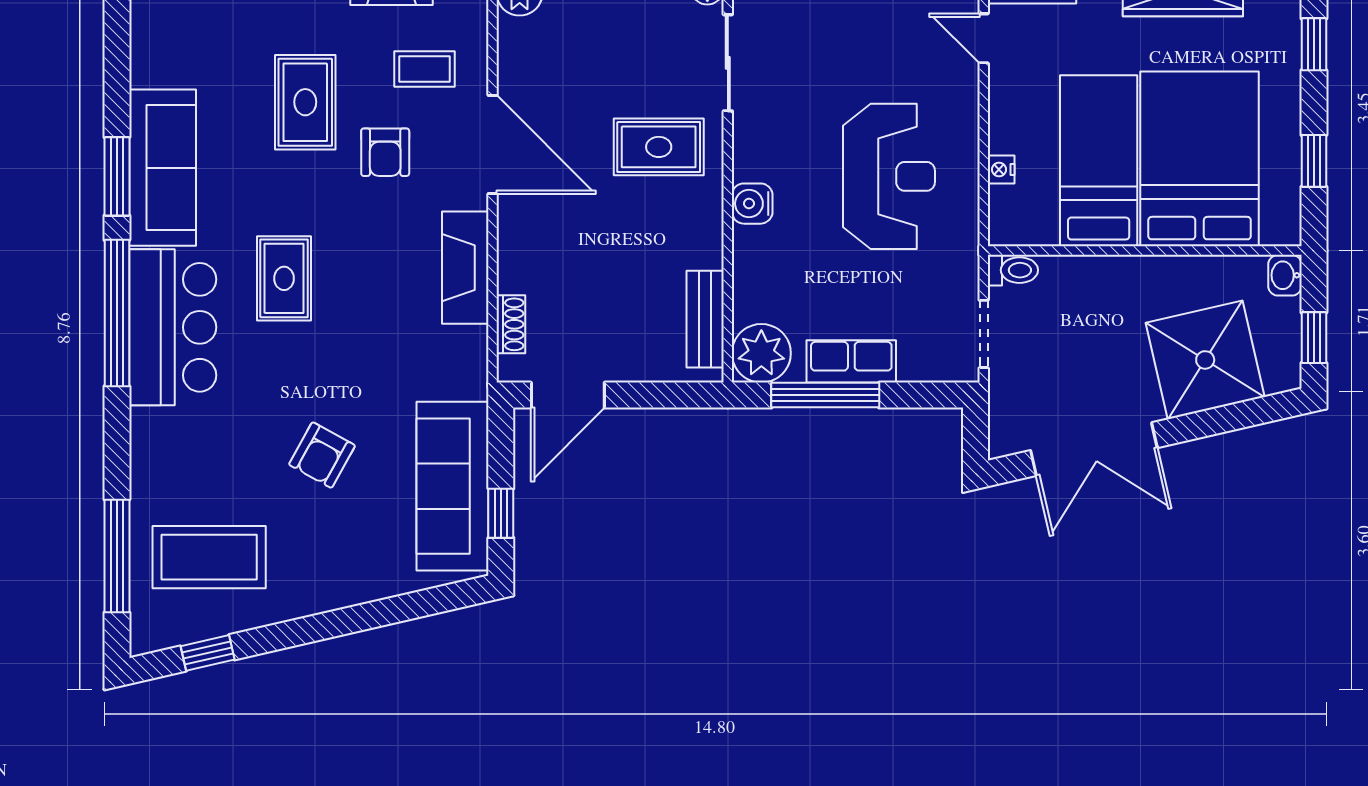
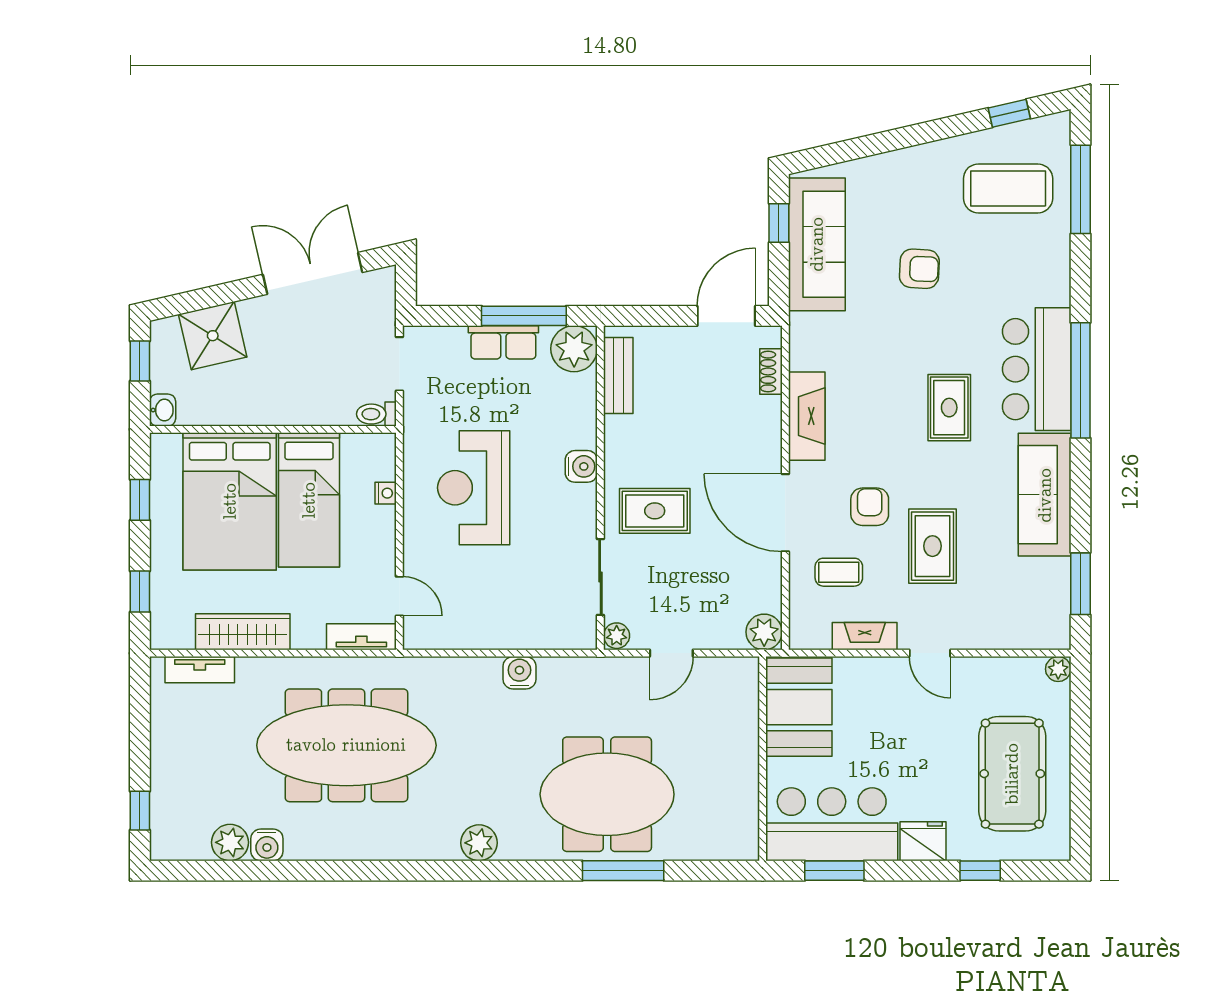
window: (117, 176) -> (1080, 584), moved
shower: (1205, 360) -> (213, 336), width x0.73, depth x0.73
armchair: (322, 455) -> (919, 269), turned 64

